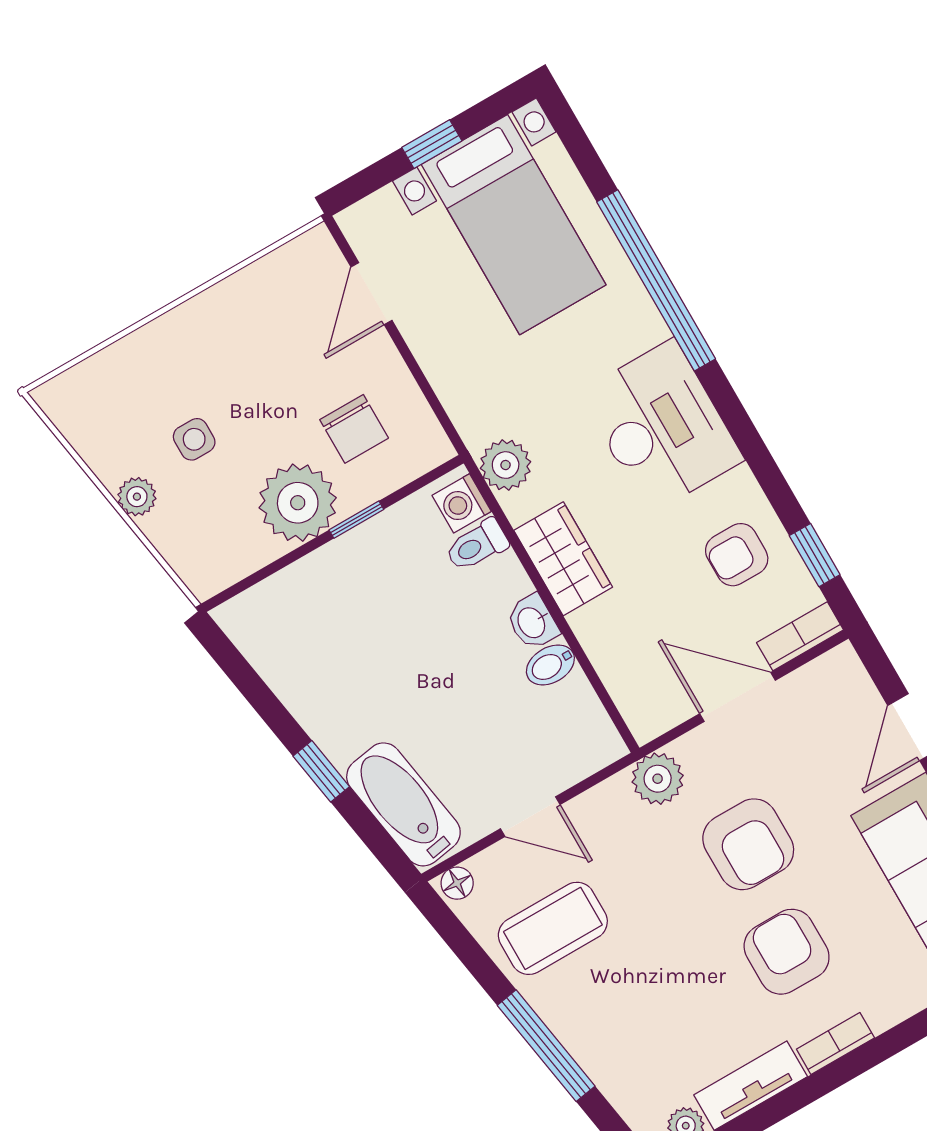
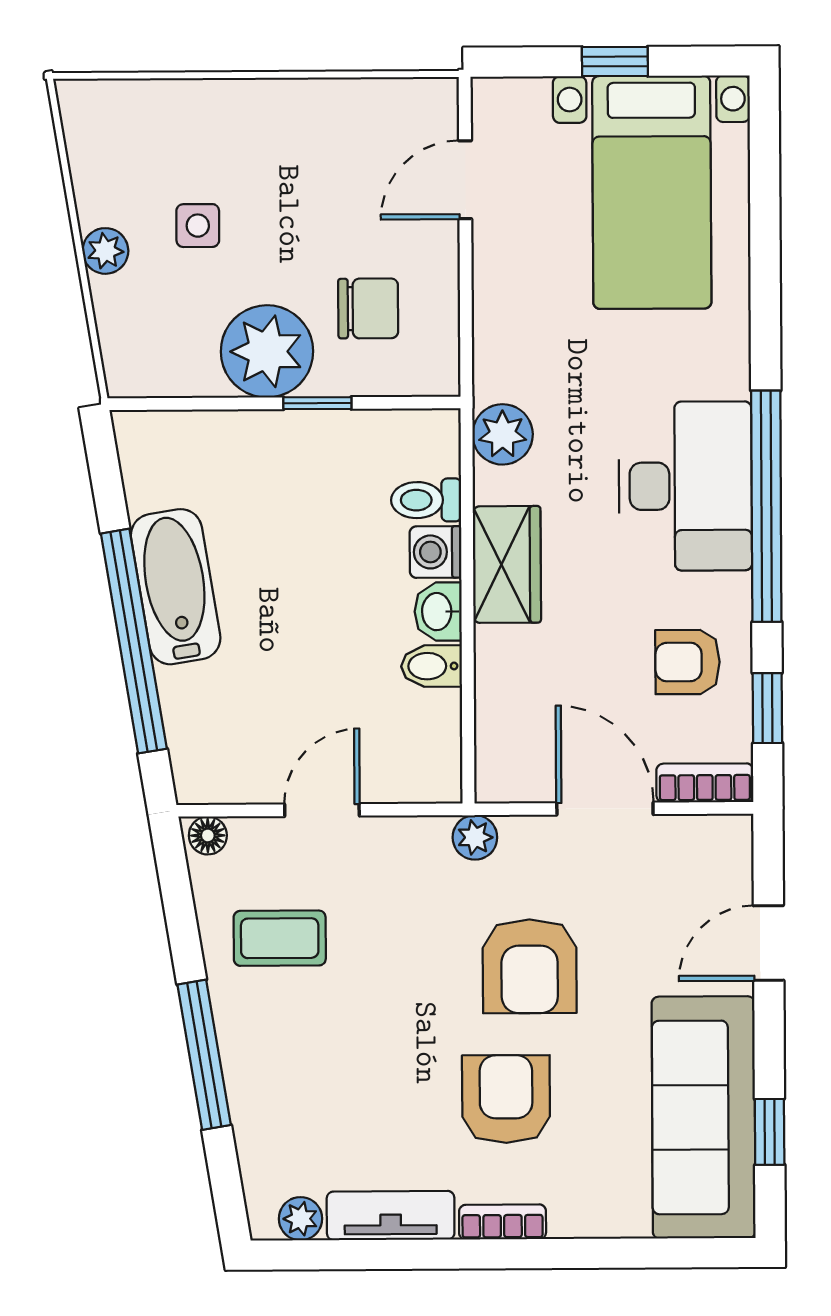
window: (656, 280) -> (766, 506), moved
chair: (354, 429) -> (368, 308), turned -90
washing machine: (462, 503) -> (436, 552), moved
window: (321, 771) -> (134, 641), width x3.17
plant: (658, 779) -> (475, 837), width x0.73, depth x0.73
bathtub: (403, 804) -> (176, 587), moved
door: (530, 817) -> (322, 810), swing flipped
coffee table: (553, 928) -> (280, 938), width x0.73, depth x0.77

